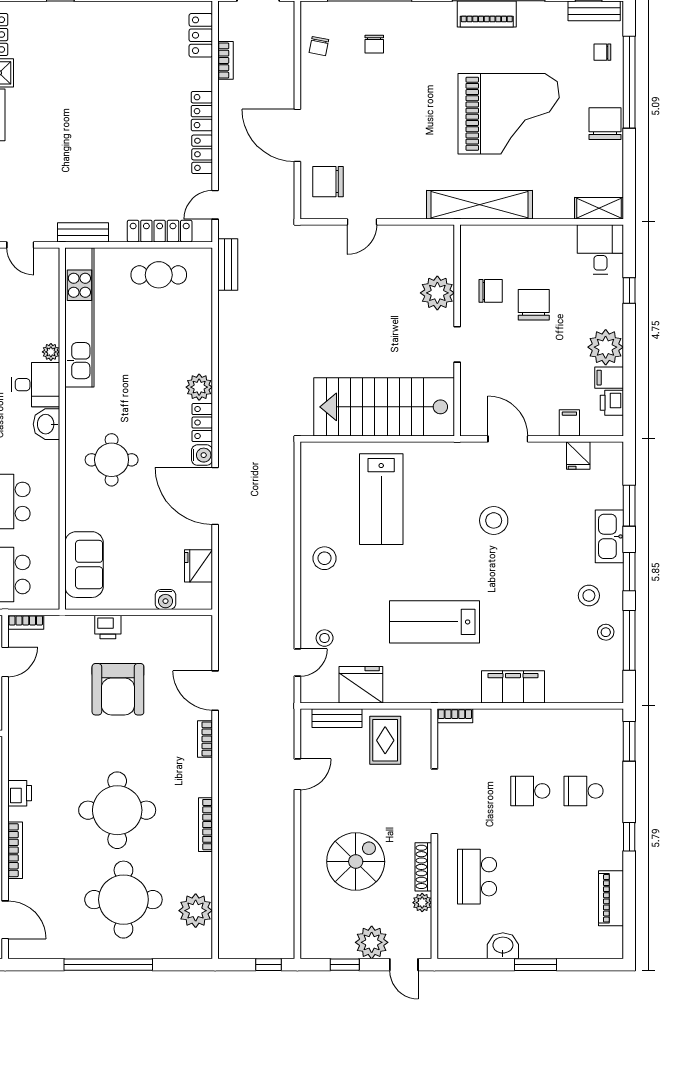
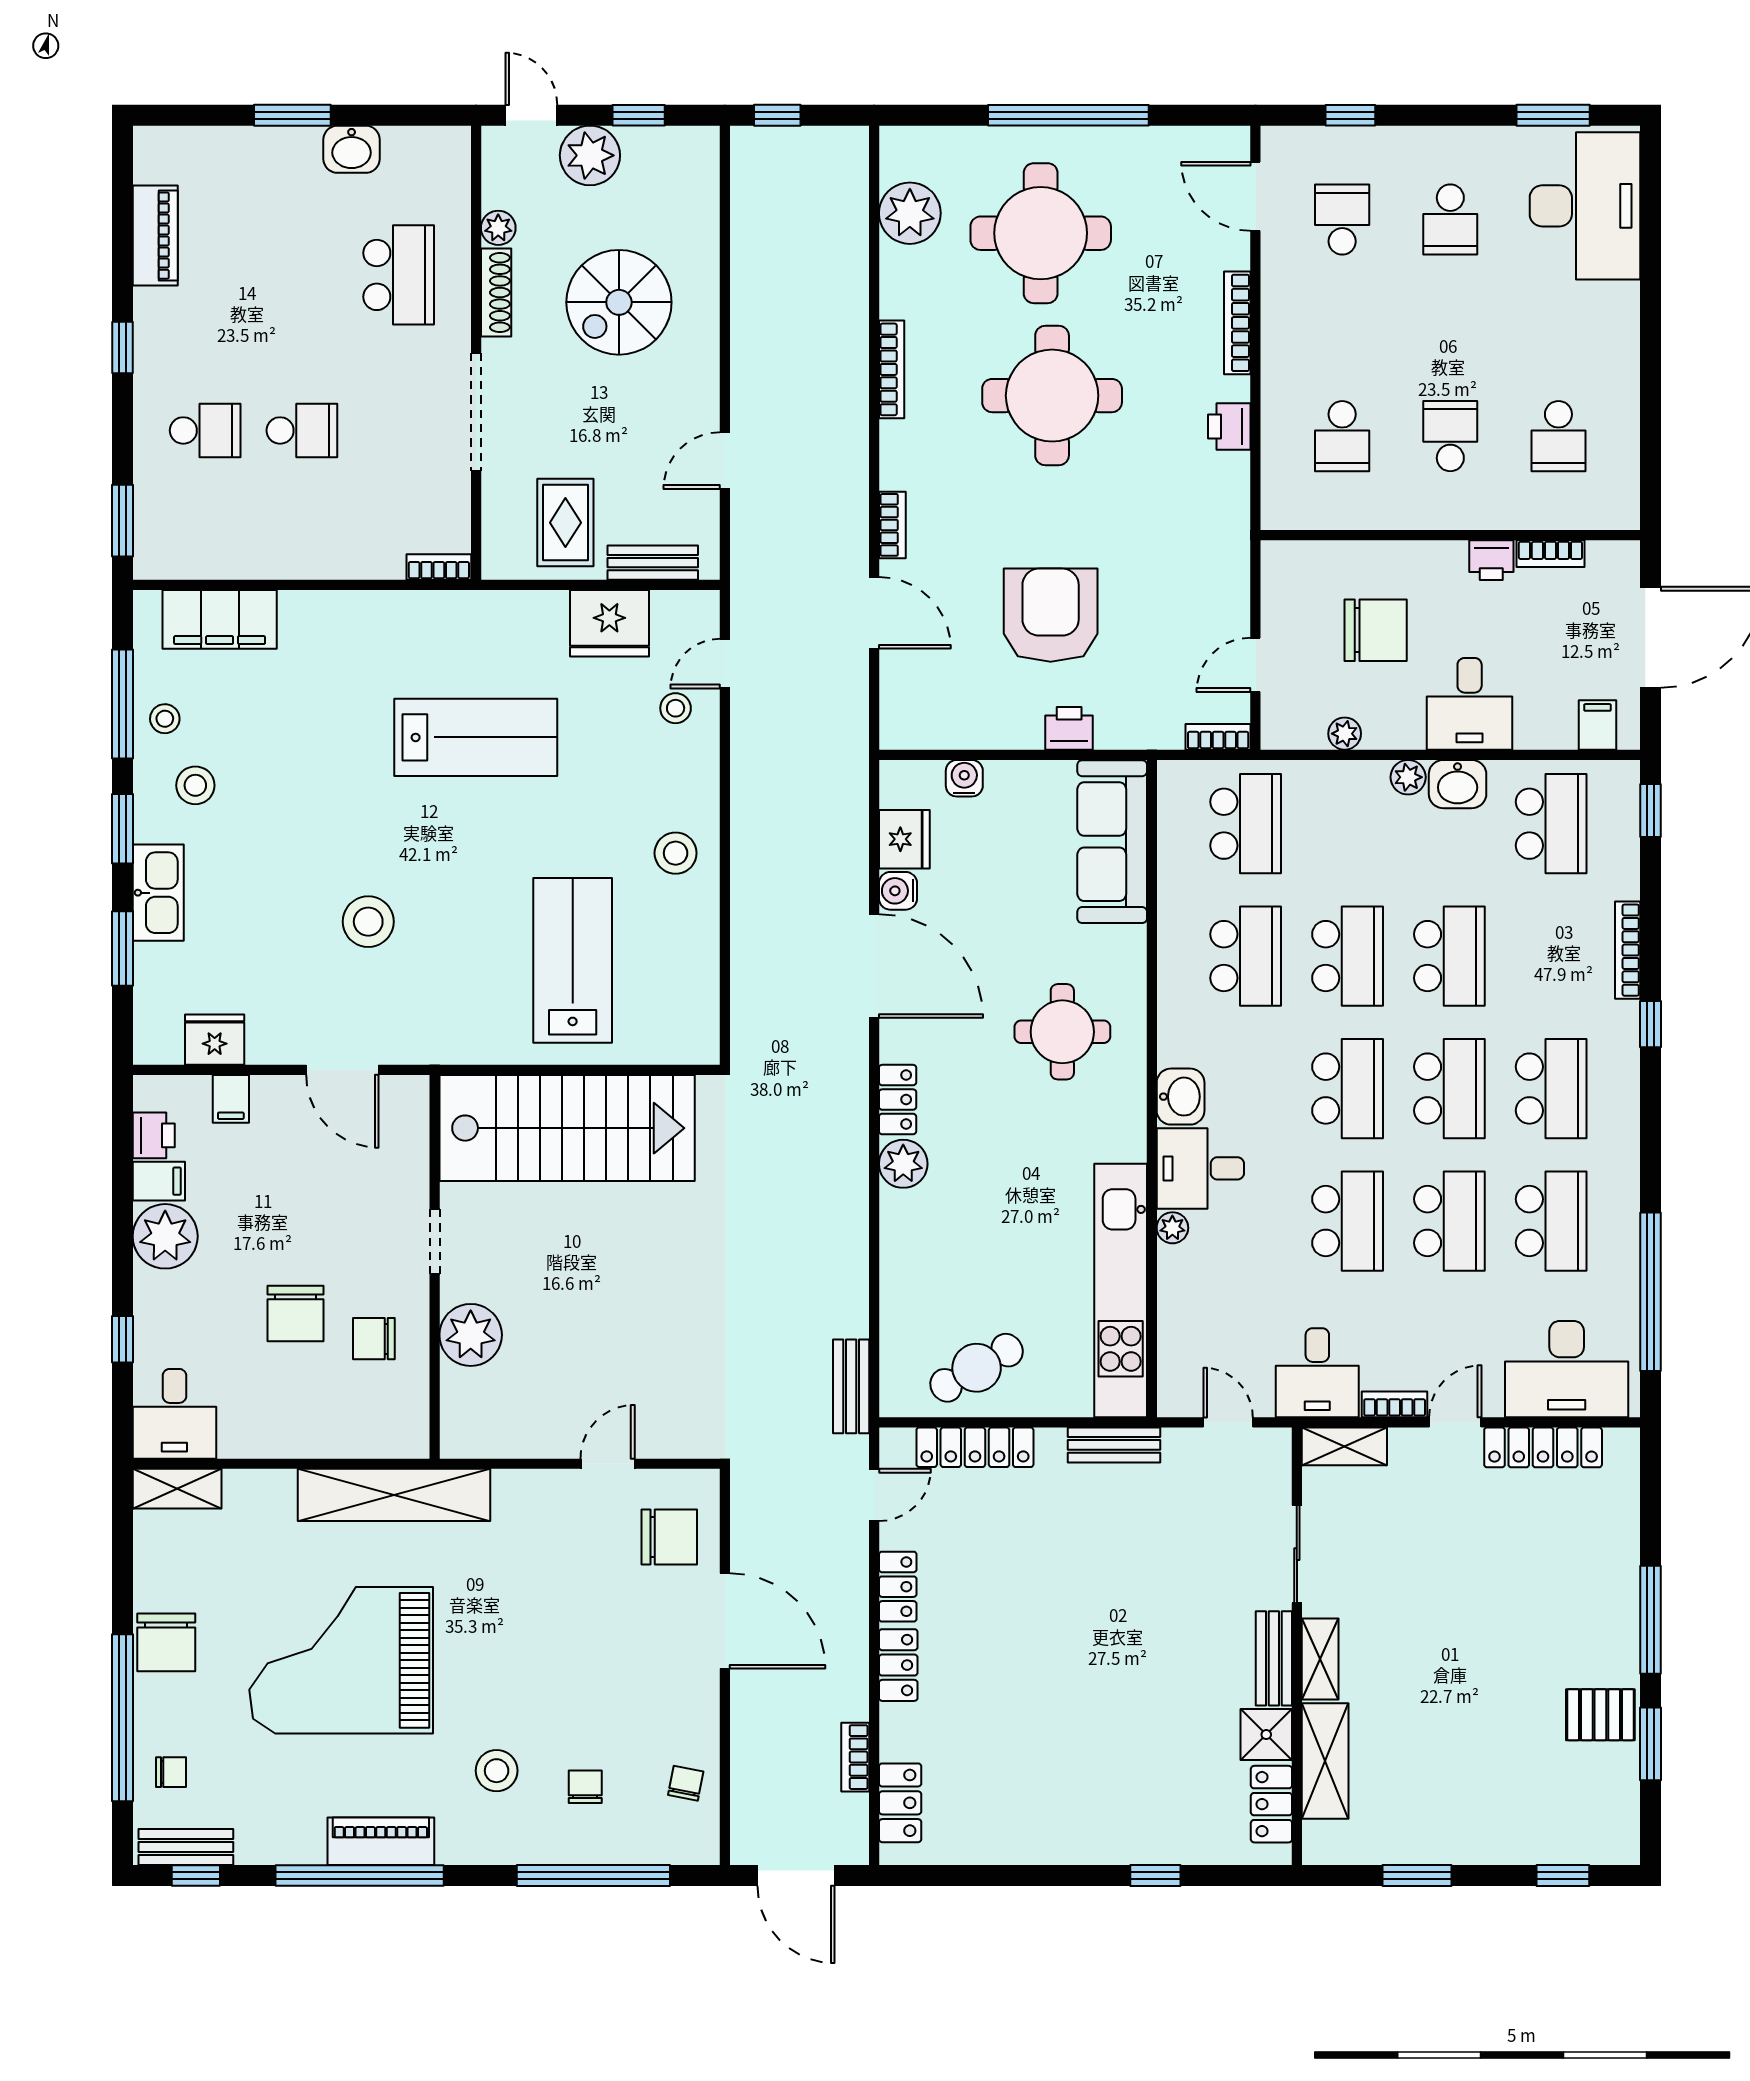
stool: (423, 53) -> (497, 1771), added
cafe table: (159, 275) -> (977, 1368), turned -30
water cooler: (202, 455) -> (898, 891), moved
fridge: (578, 456) -> (215, 1040), width x1.38
sofa: (84, 565) -> (1112, 842), width x1.36
filing cabinet: (513, 687) -> (220, 619), moved

